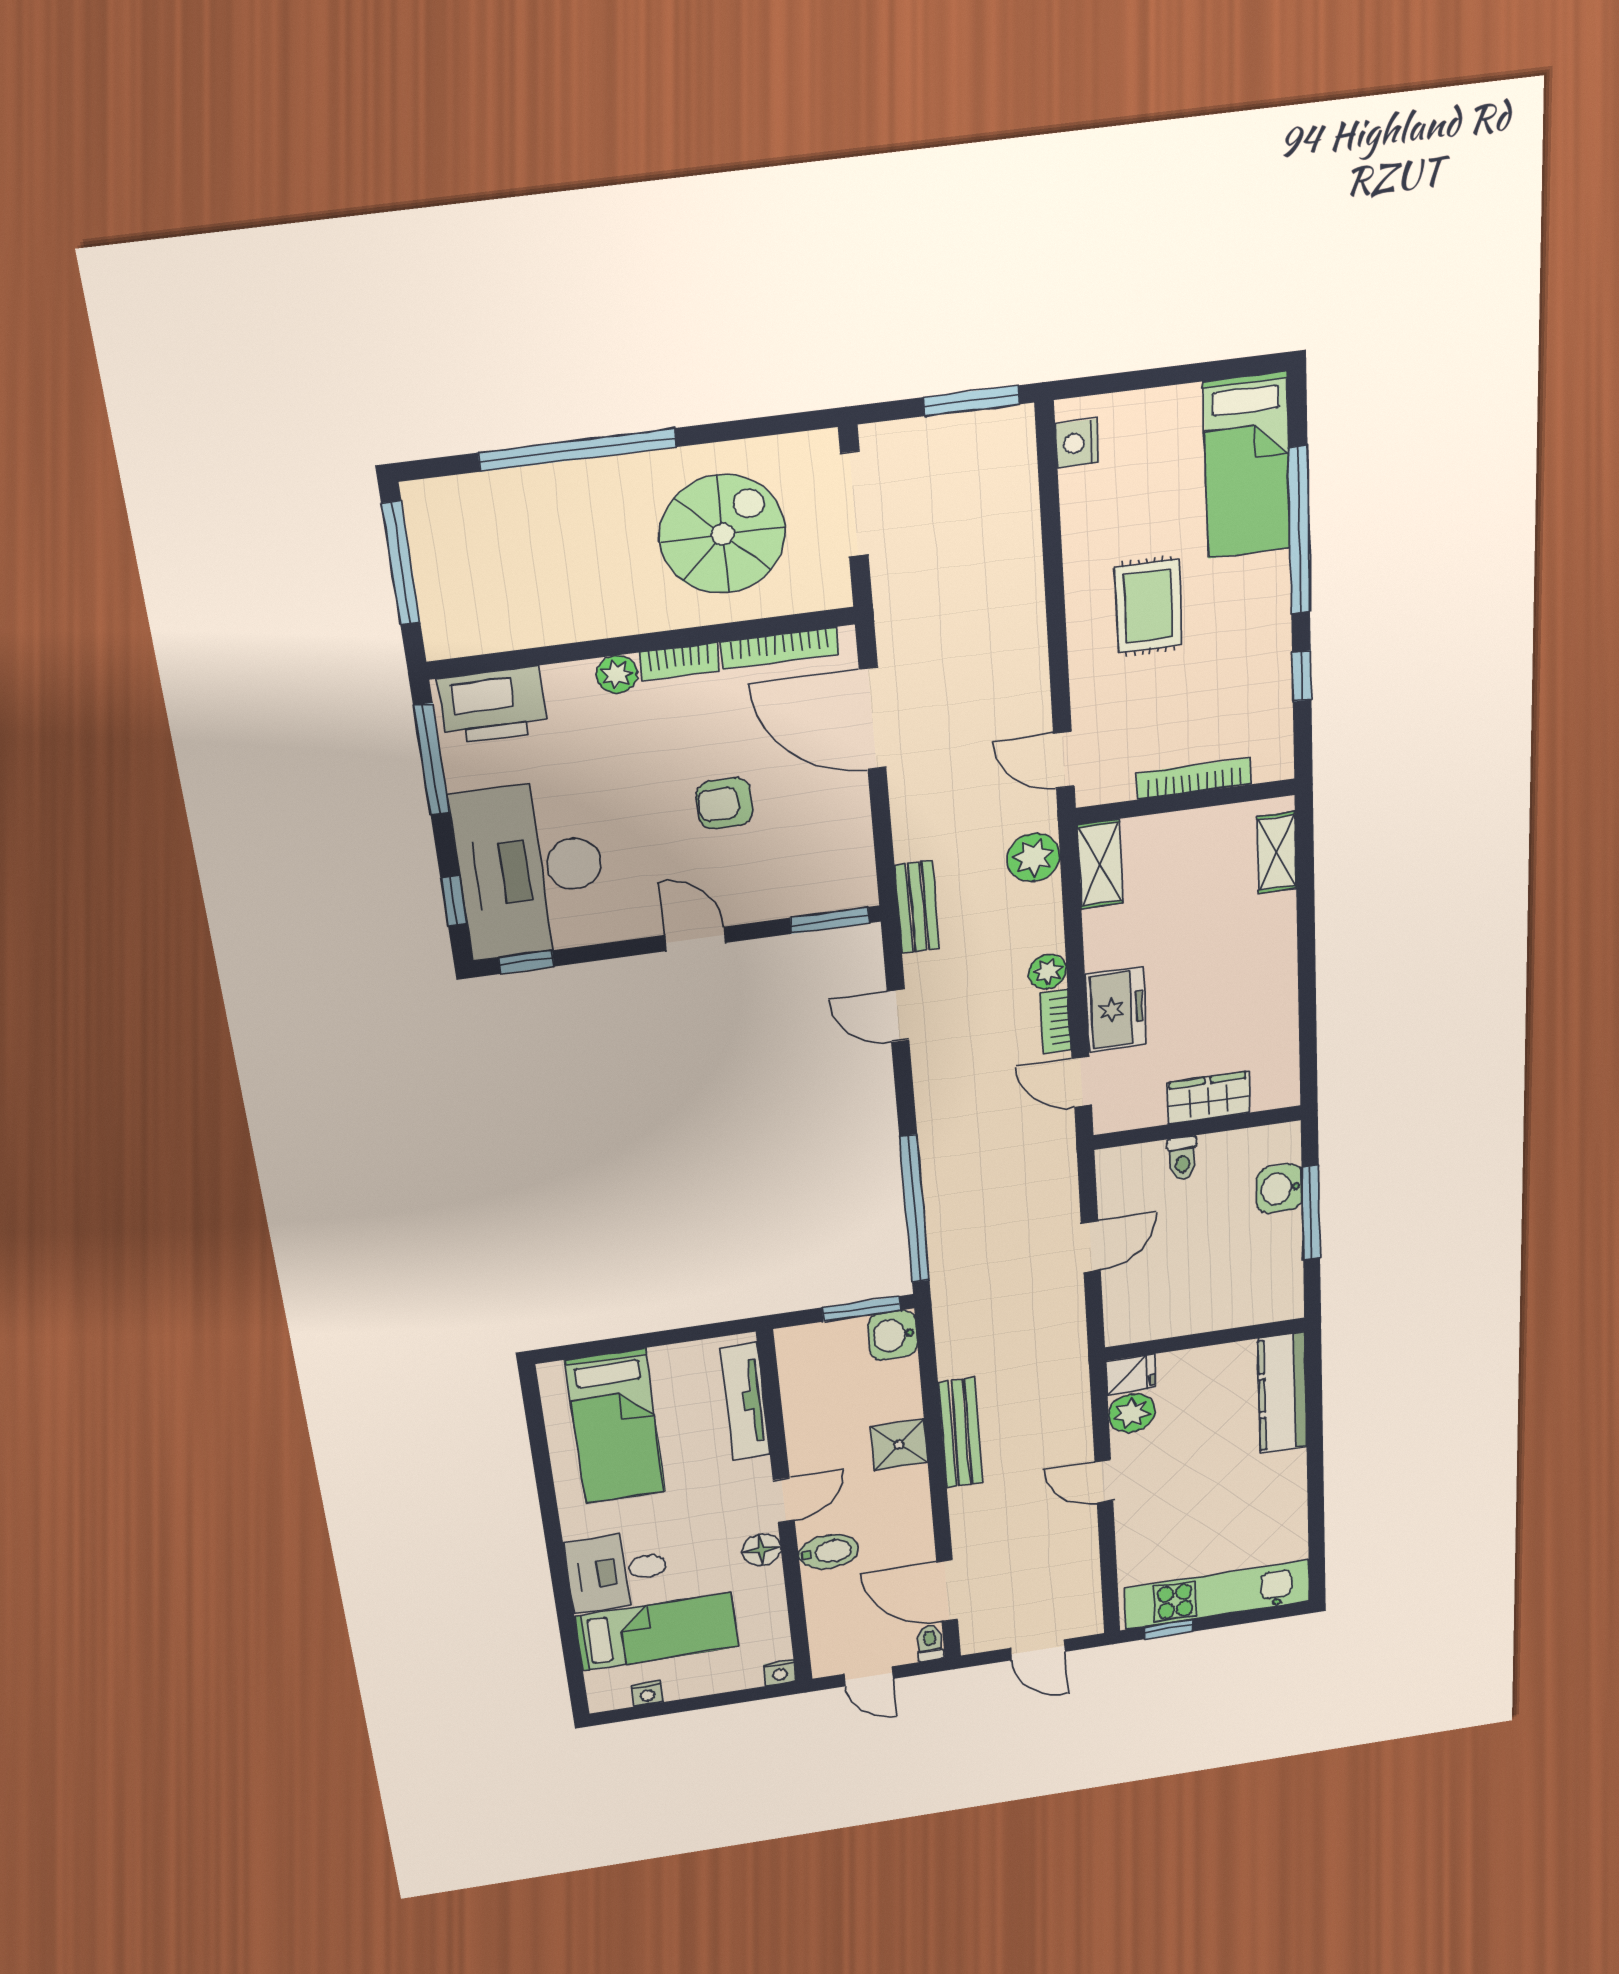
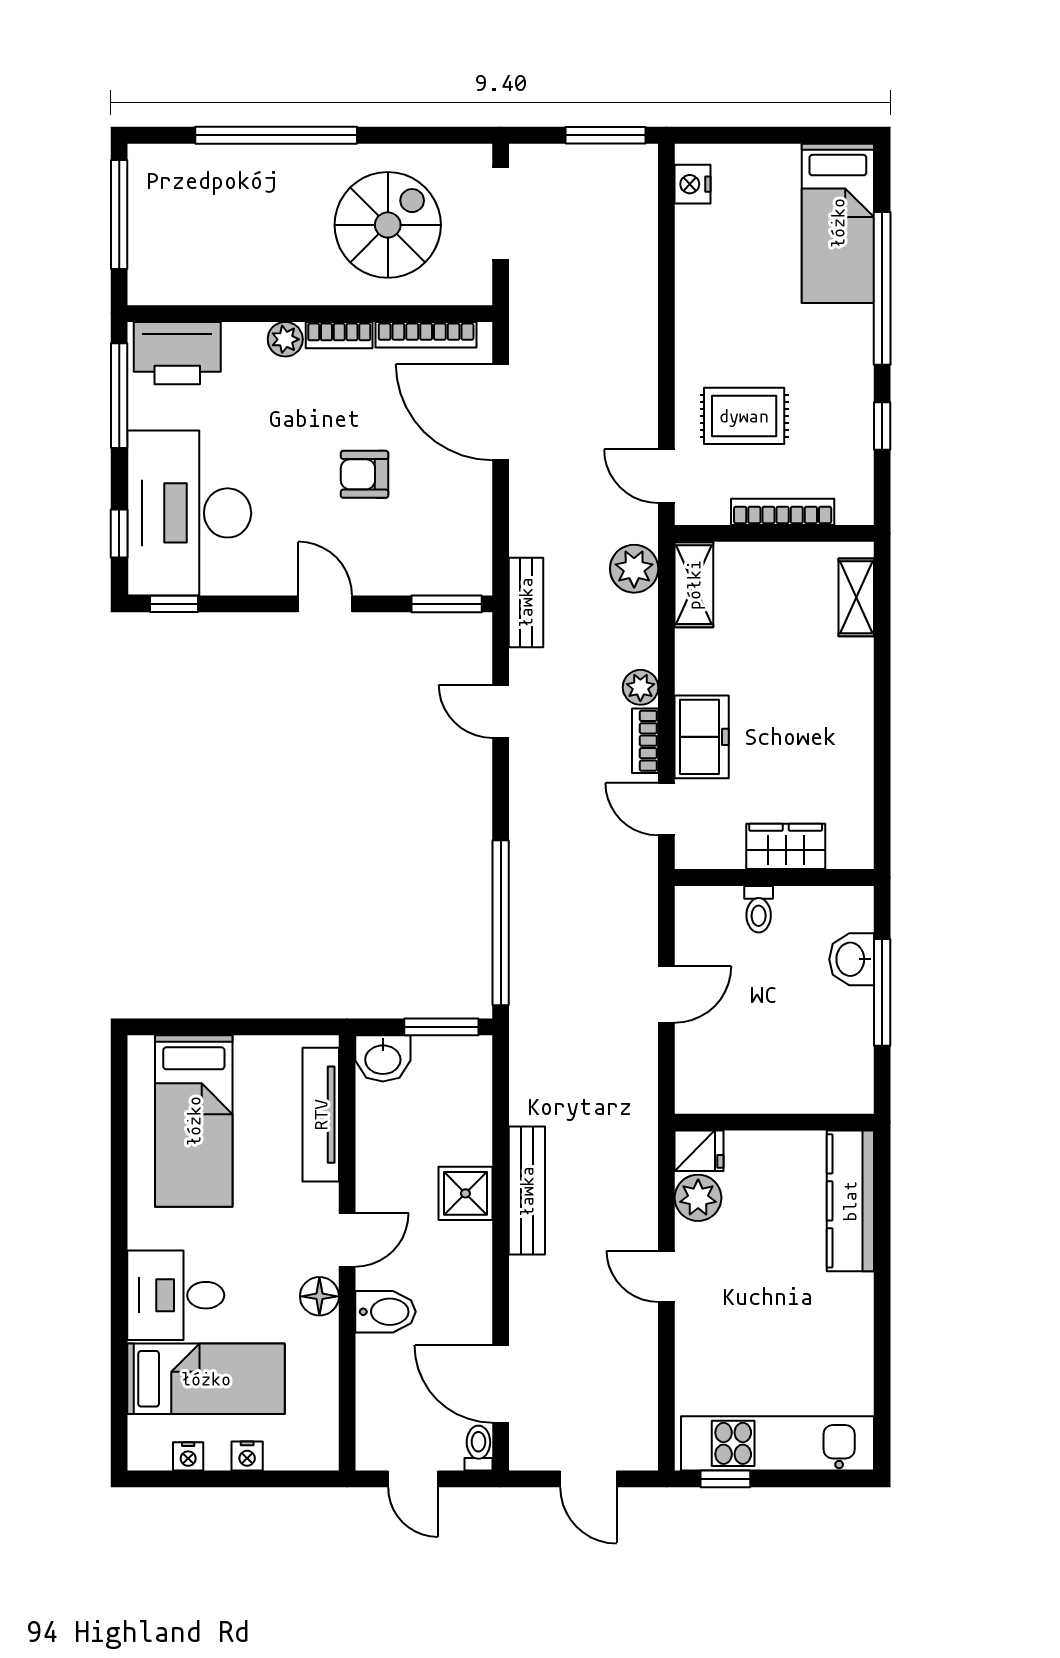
rug: (1148, 606) -> (744, 416), moved, turned 90
washbasin: (893, 1335) -> (383, 1058), moved, turned -90
nightstand: (780, 1673) -> (247, 1456), moved

